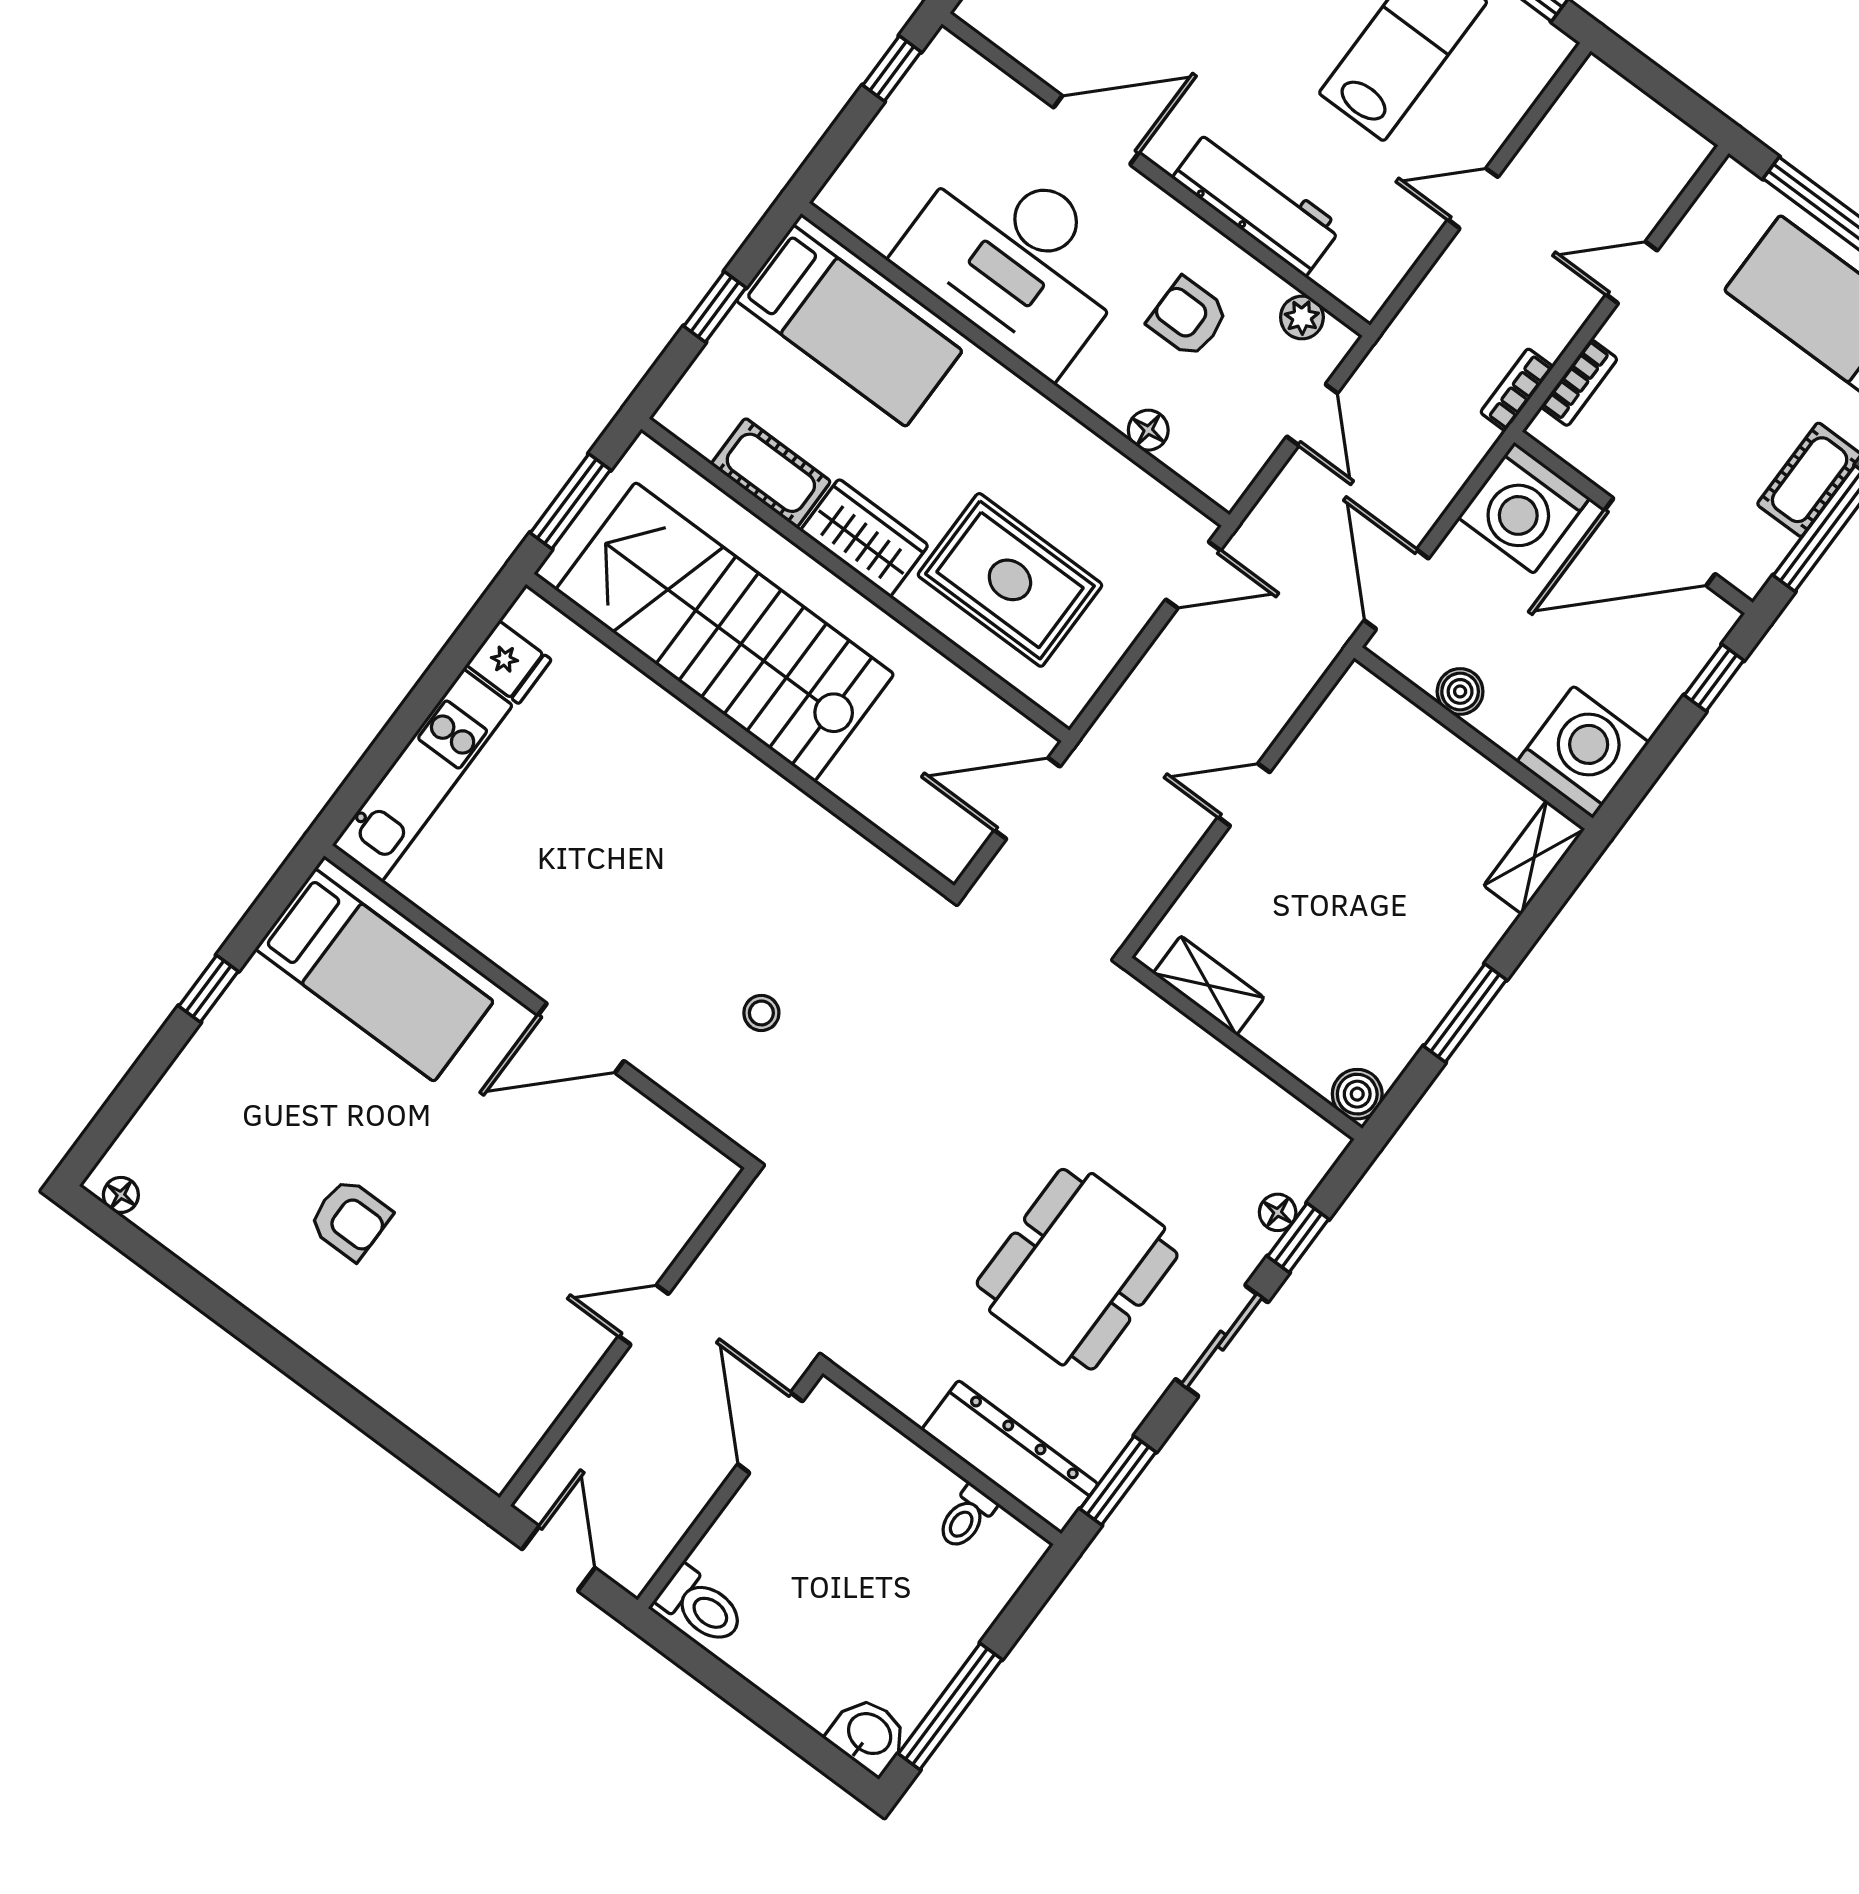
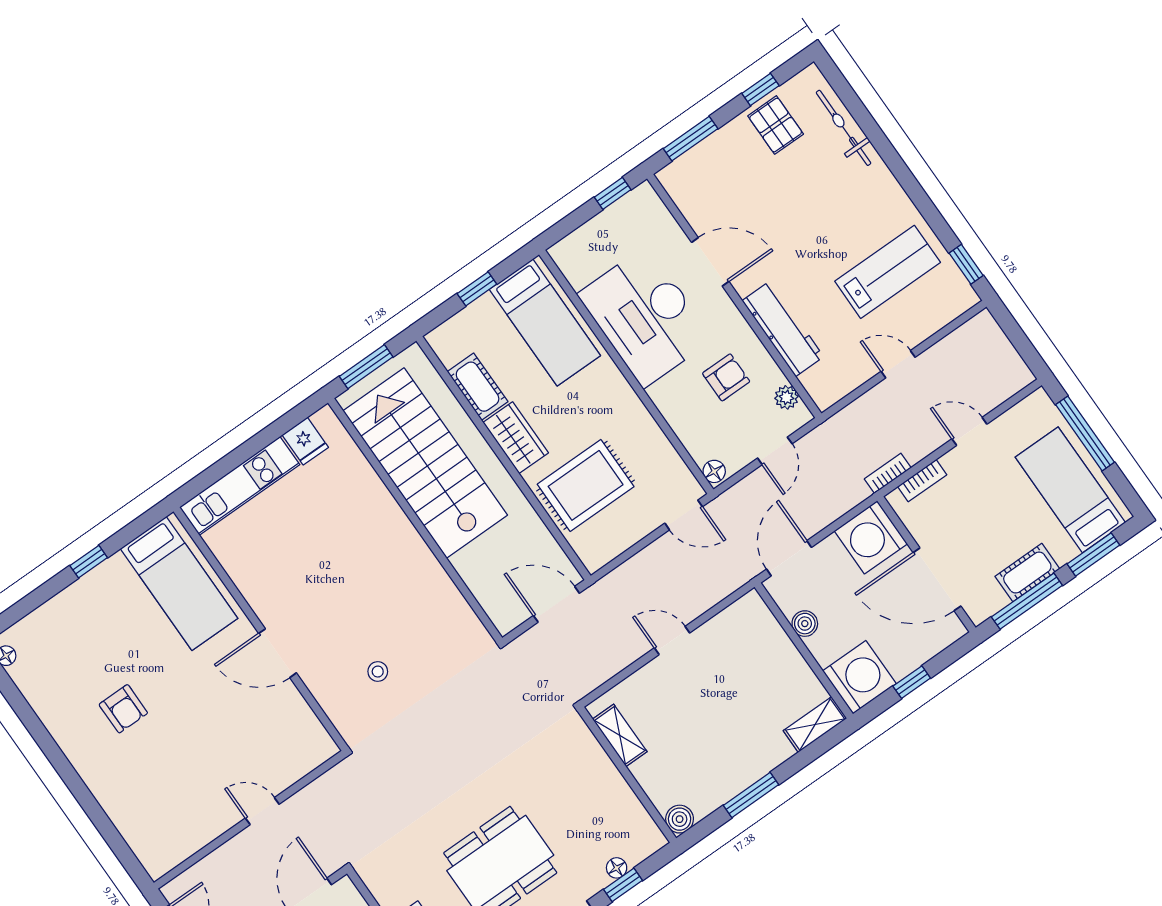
armchair: (1188, 317) -> (726, 377), turned 90
floor lamp: (1148, 430) -> (714, 471), moved
rug: (1010, 580) -> (586, 485), turned 90
window: (1714, 678) -> (912, 682), moved

